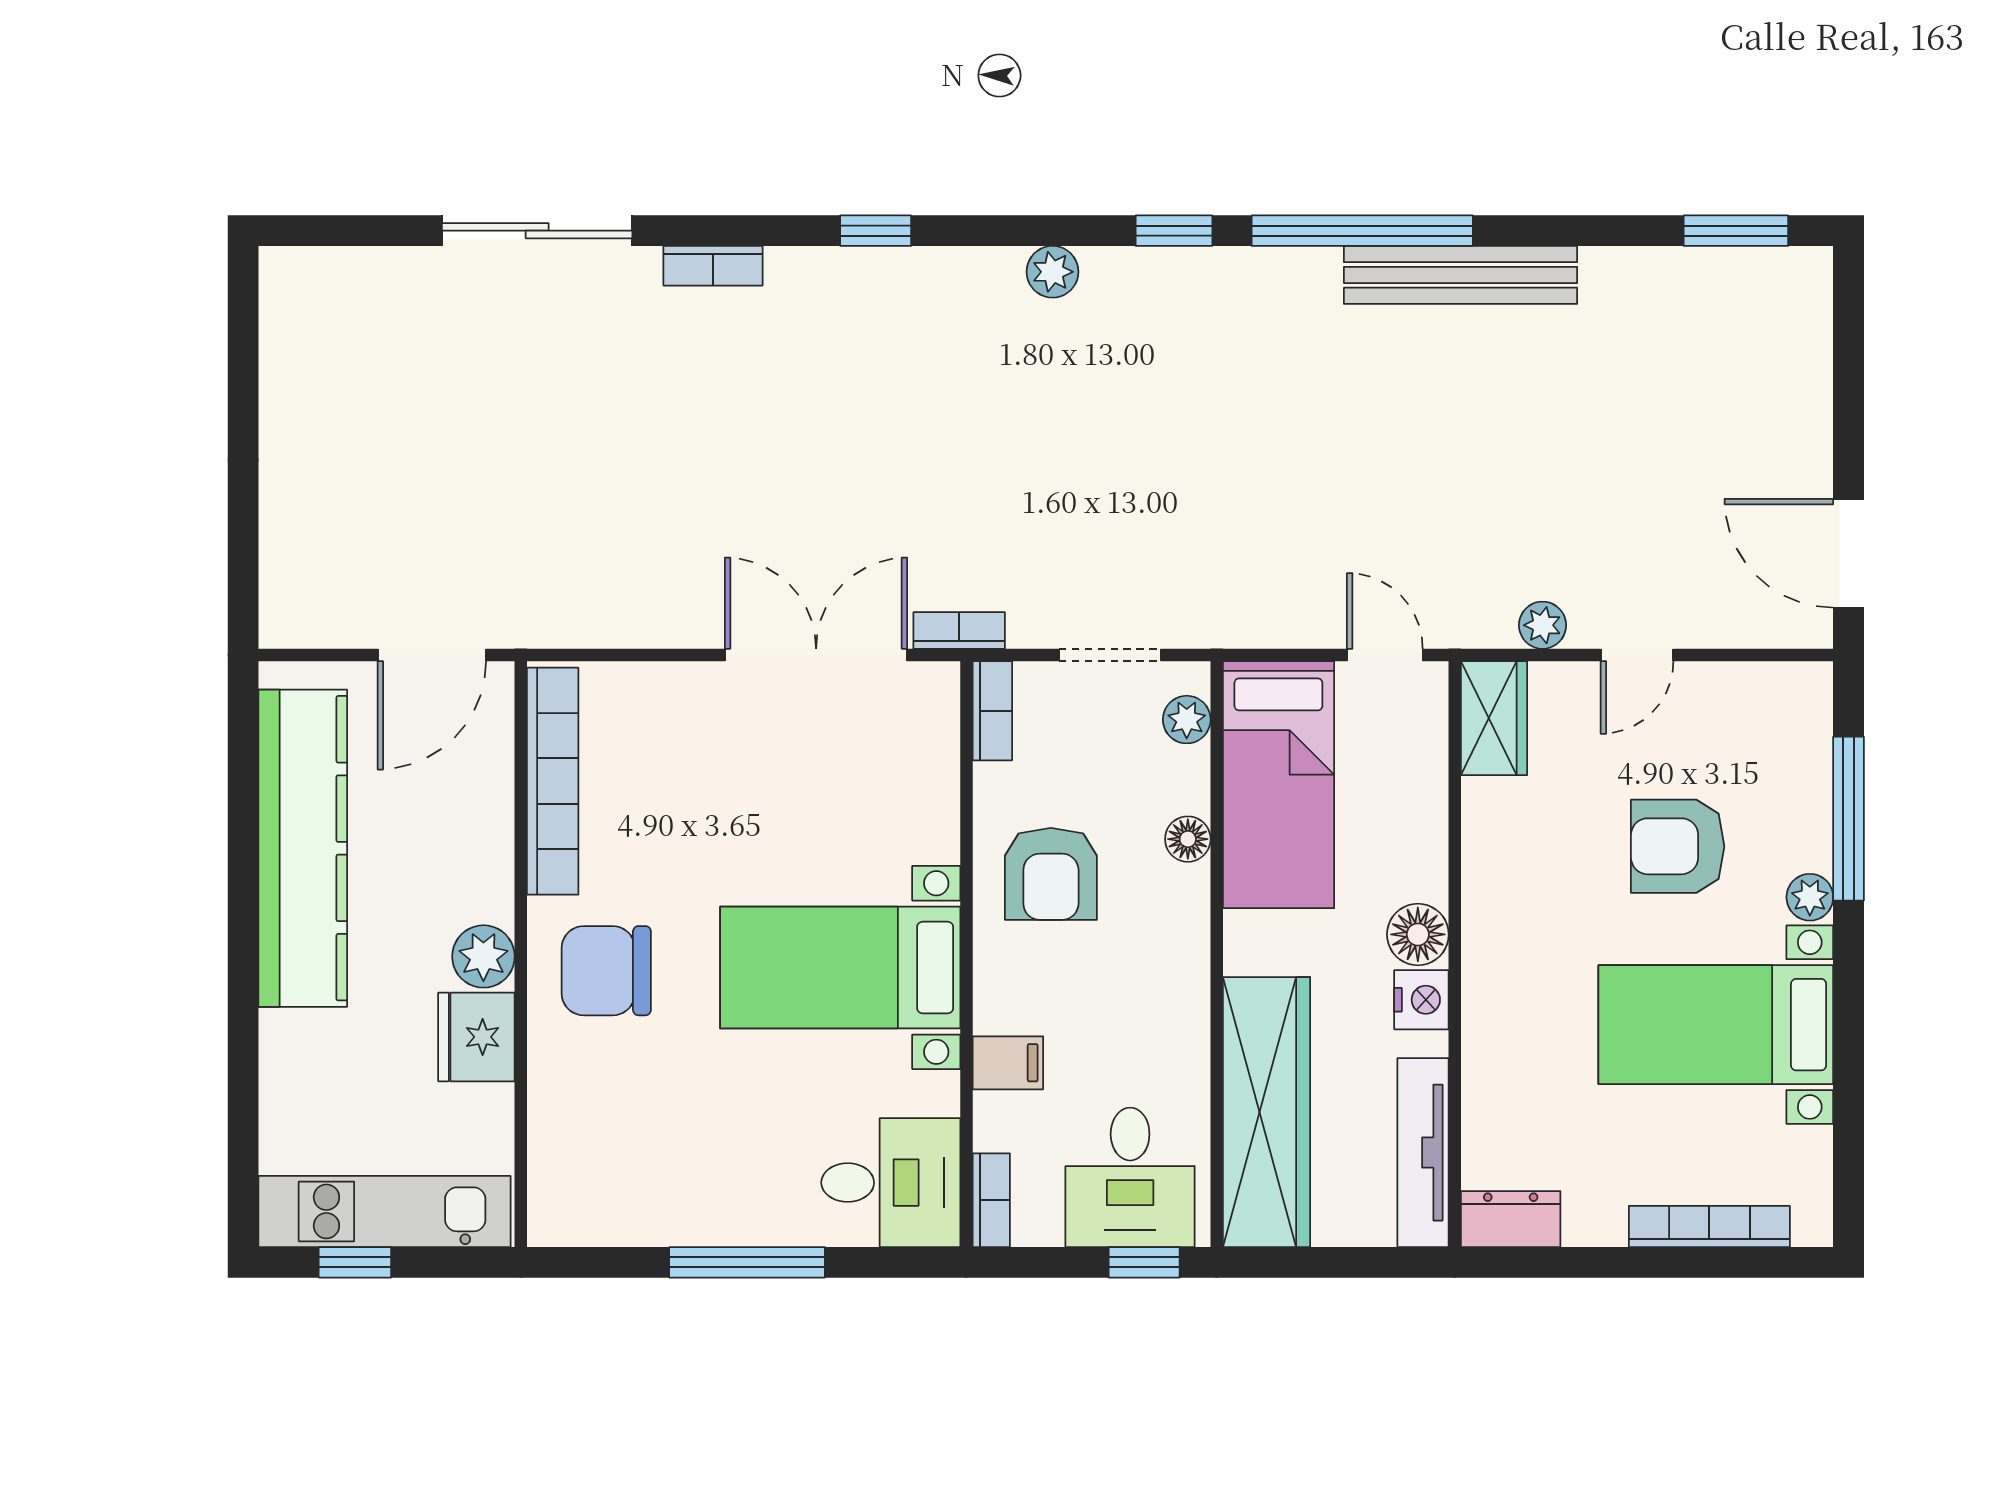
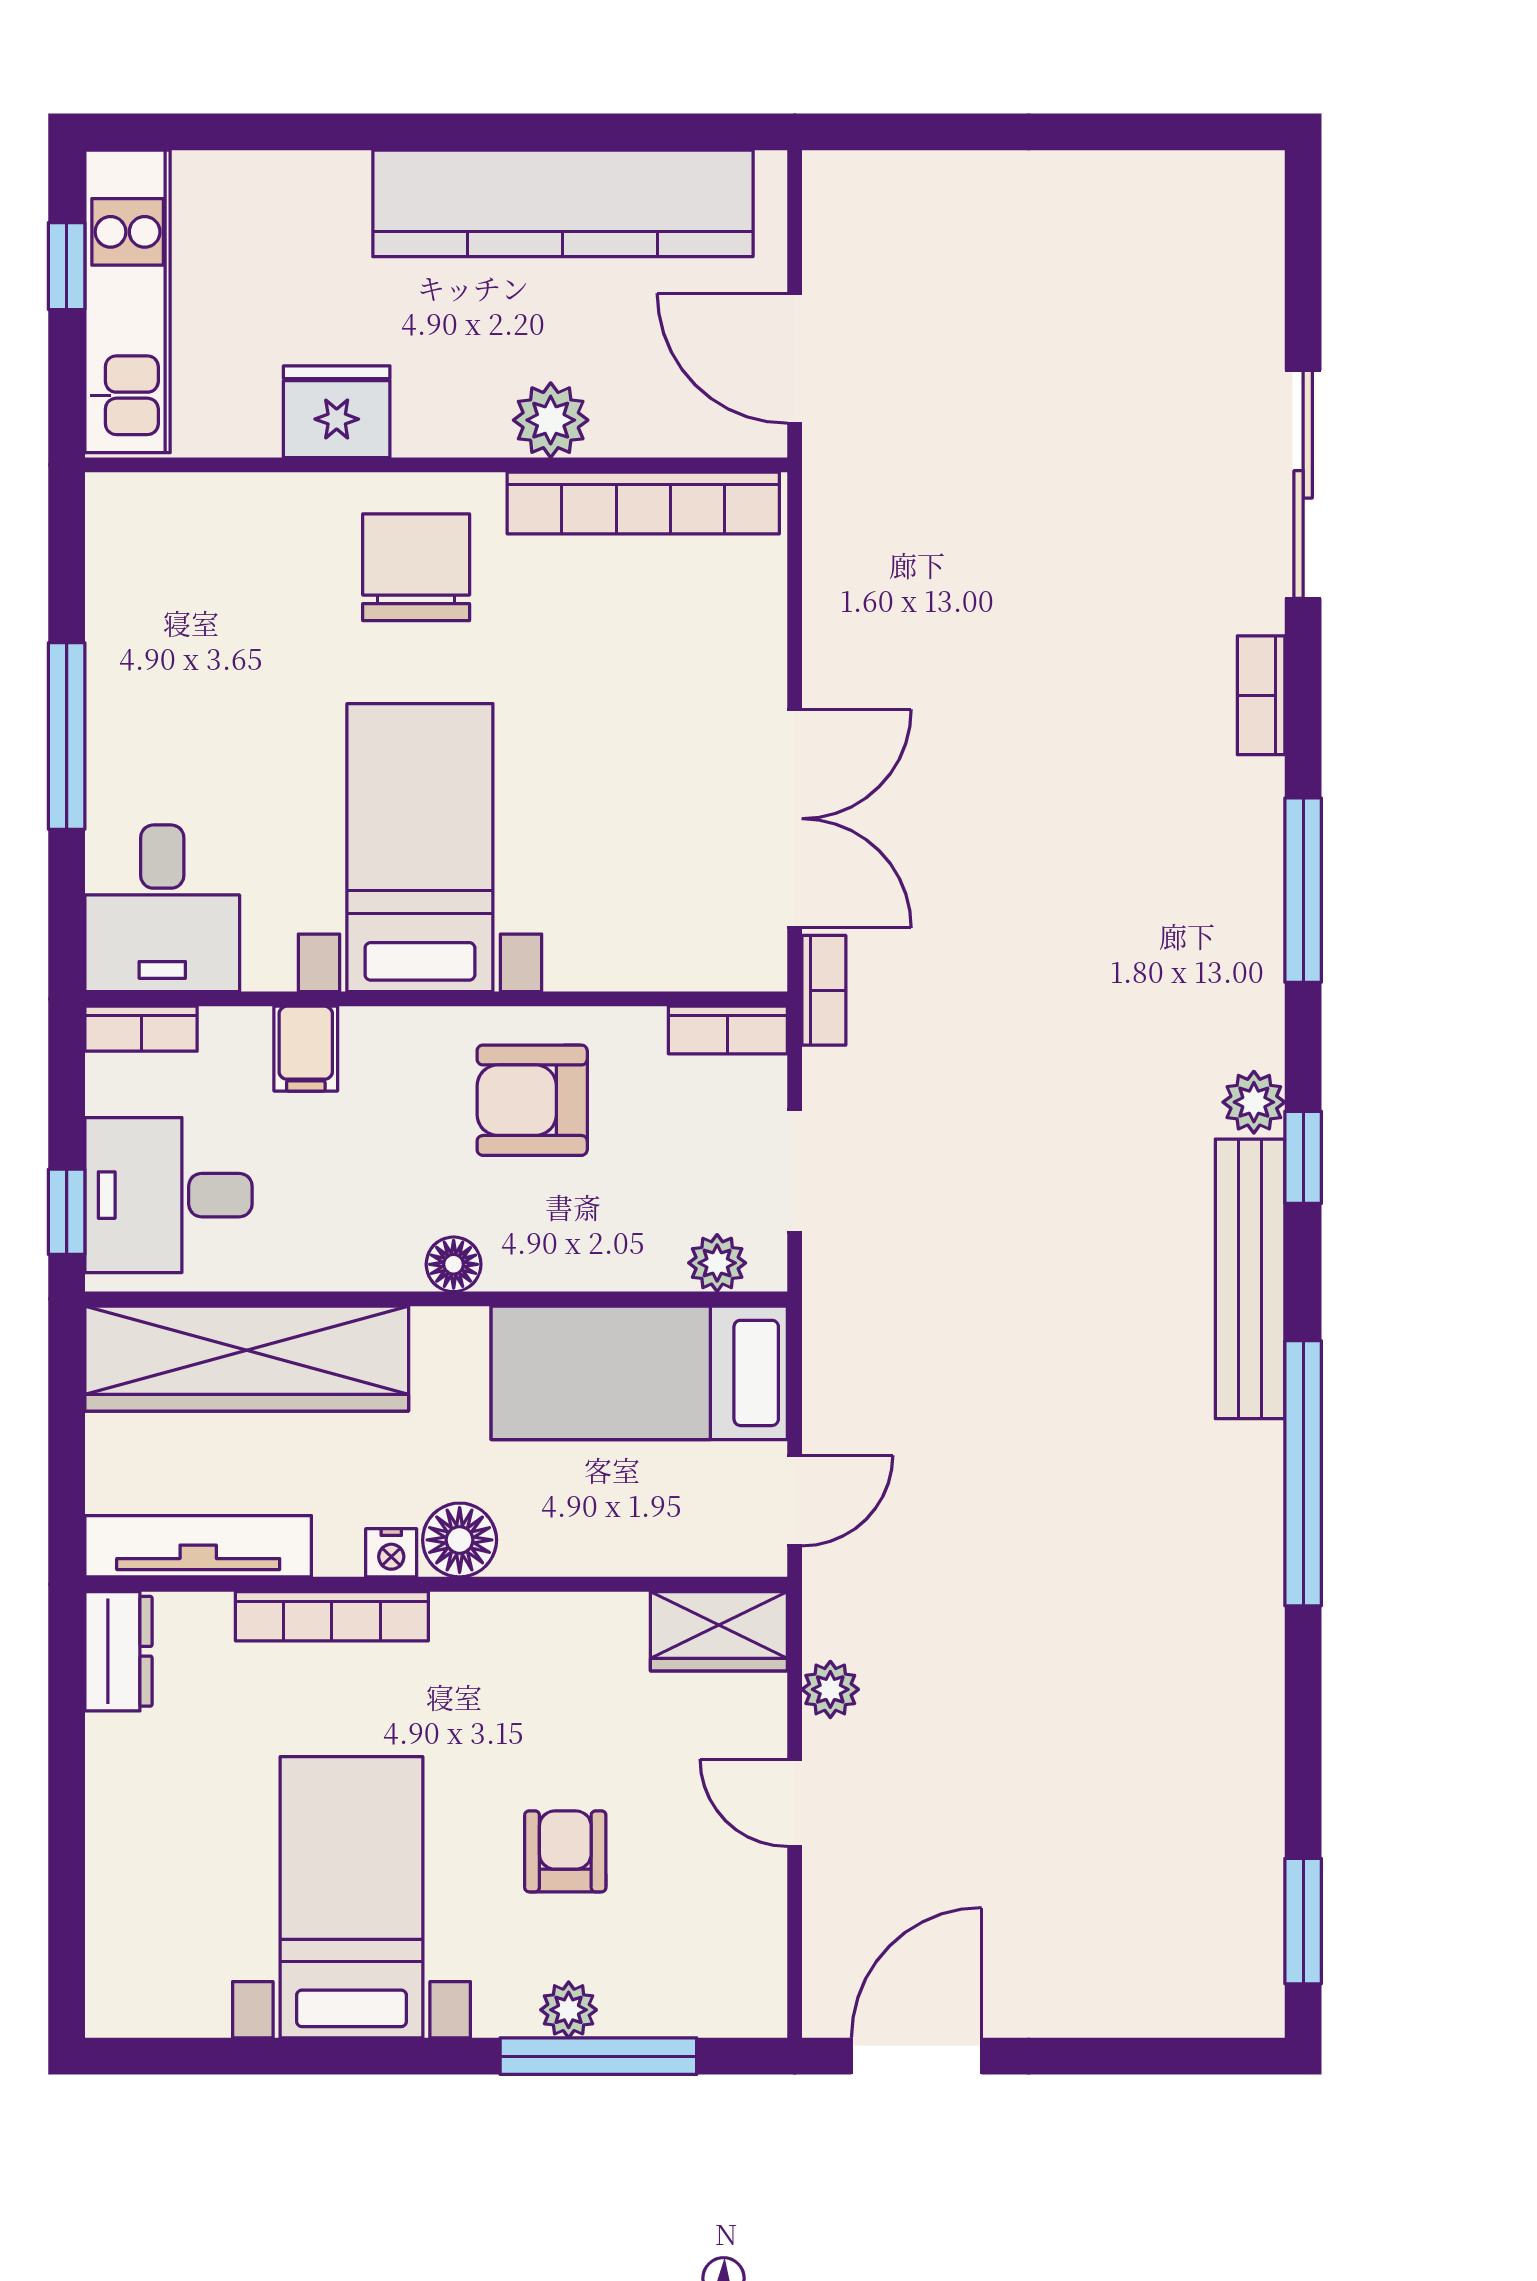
window: (876, 231) -> (1303, 890), width x2.17
window: (1174, 231) -> (1303, 1157), moved
bench: (1460, 275) -> (1250, 1279), moved
floor lamp: (1188, 839) -> (454, 1264), moved
armchair: (1678, 846) -> (565, 1851), width x0.72, depth x0.72
plant: (1810, 897) -> (569, 2010), moved
plant: (483, 956) -> (551, 420), moved
nightstand: (1421, 1000) -> (391, 1553), width x0.72, depth x0.74
bookcase: (1709, 1226) -> (332, 1616), moved, turned 90

